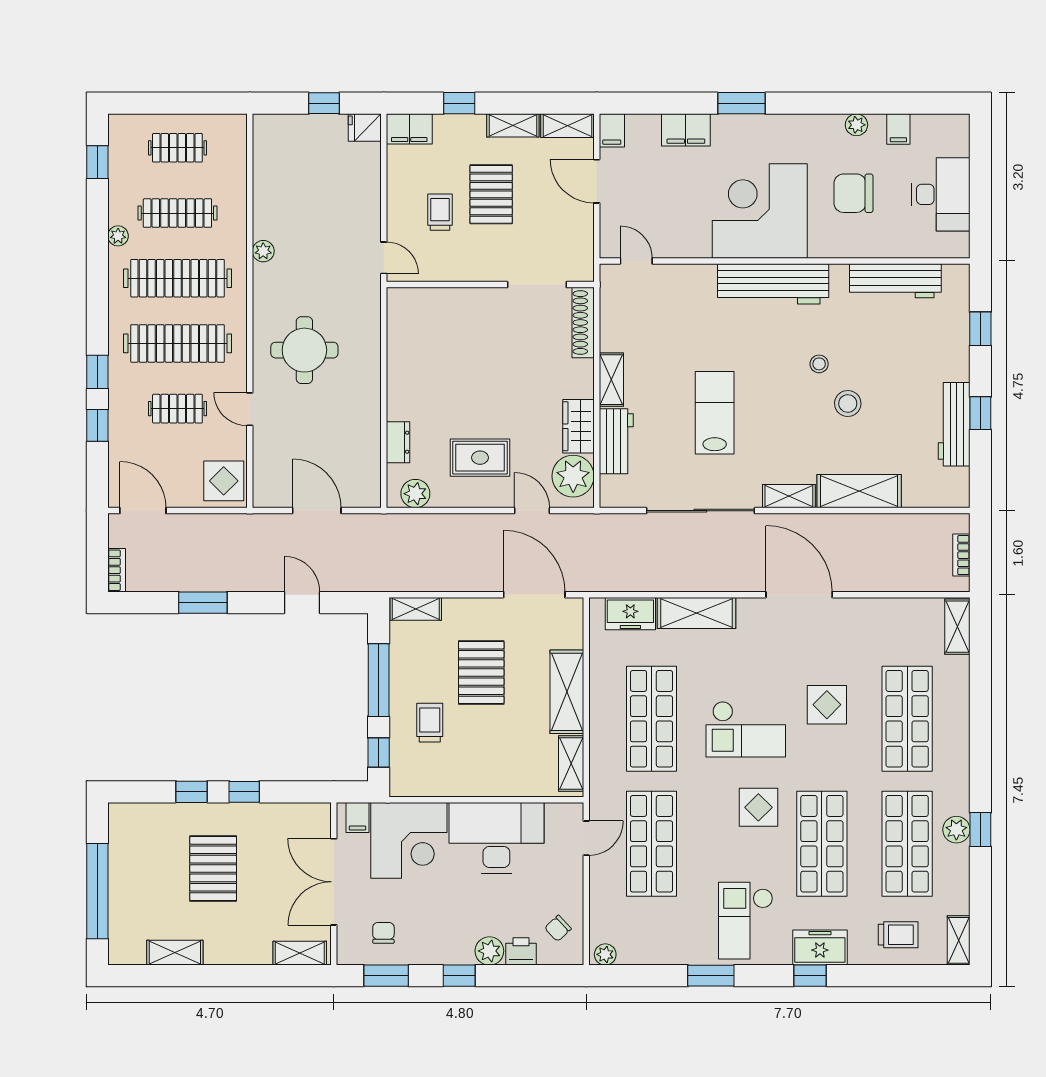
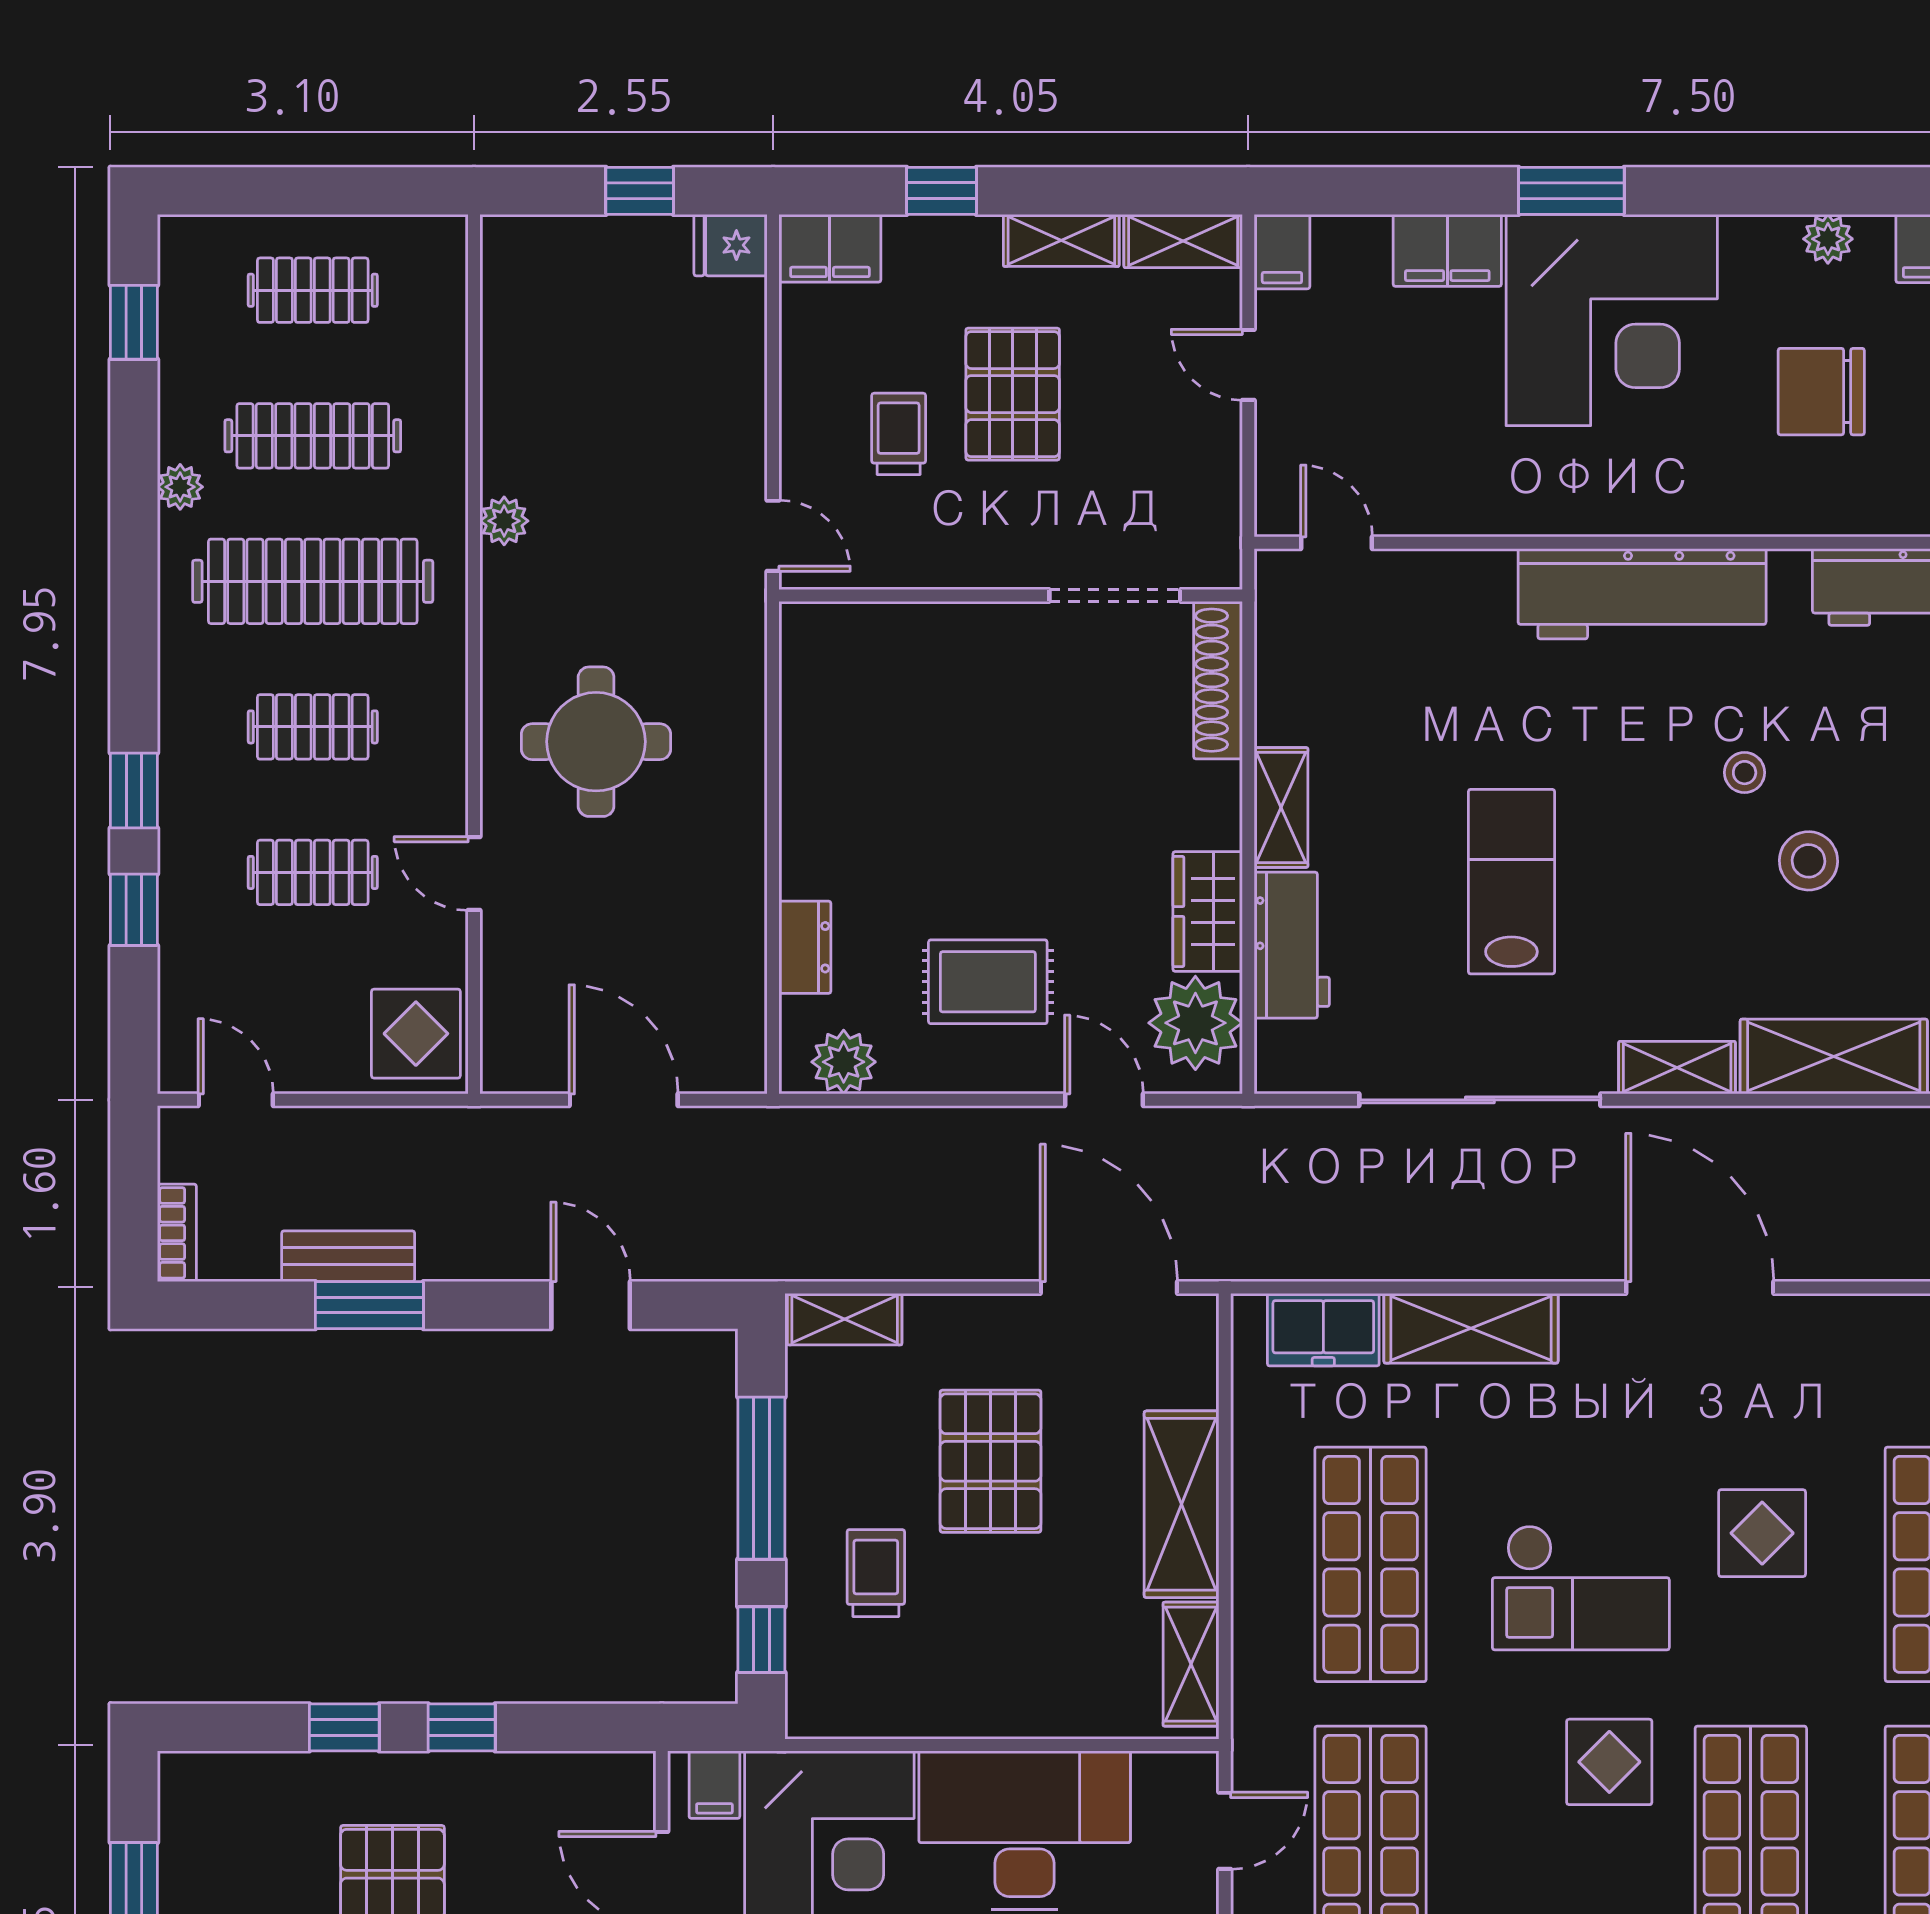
door: (597, 181) -> (1248, 365), width x0.73
corner desk: (760, 211) -> (1612, 320), moved, turned 180
clothes rail: (177, 343) -> (313, 727), width x0.54, depth x0.76
door: (143, 511) -> (236, 1100), width x0.73
bench: (193, 581) -> (348, 1256), added

